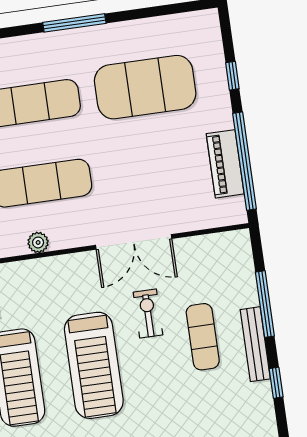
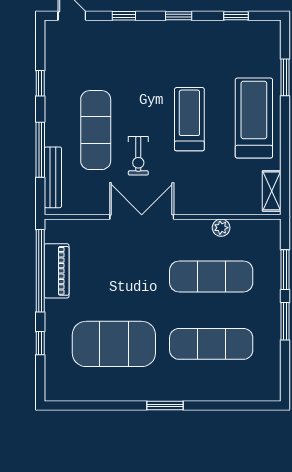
window: (74, 23) -> (165, 406), width x0.69
exercise mat: (203, 337) -> (96, 130), width x1.36, depth x1.45
bench: (255, 344) -> (53, 177), moved
treadmill: (94, 365) -> (189, 119), width x0.73, depth x0.73

